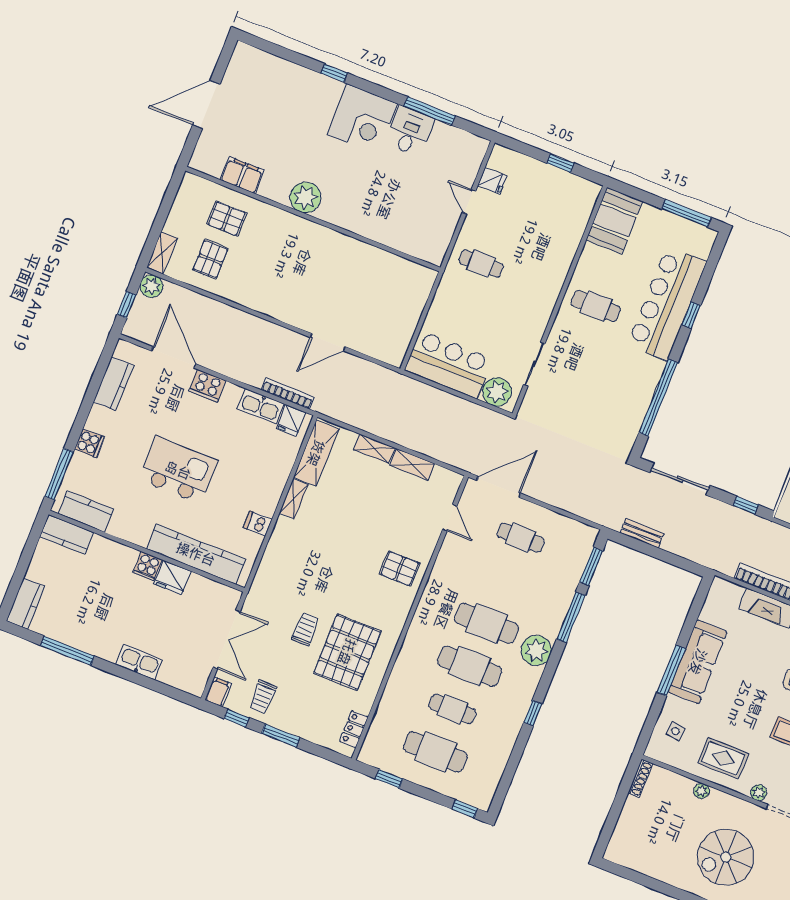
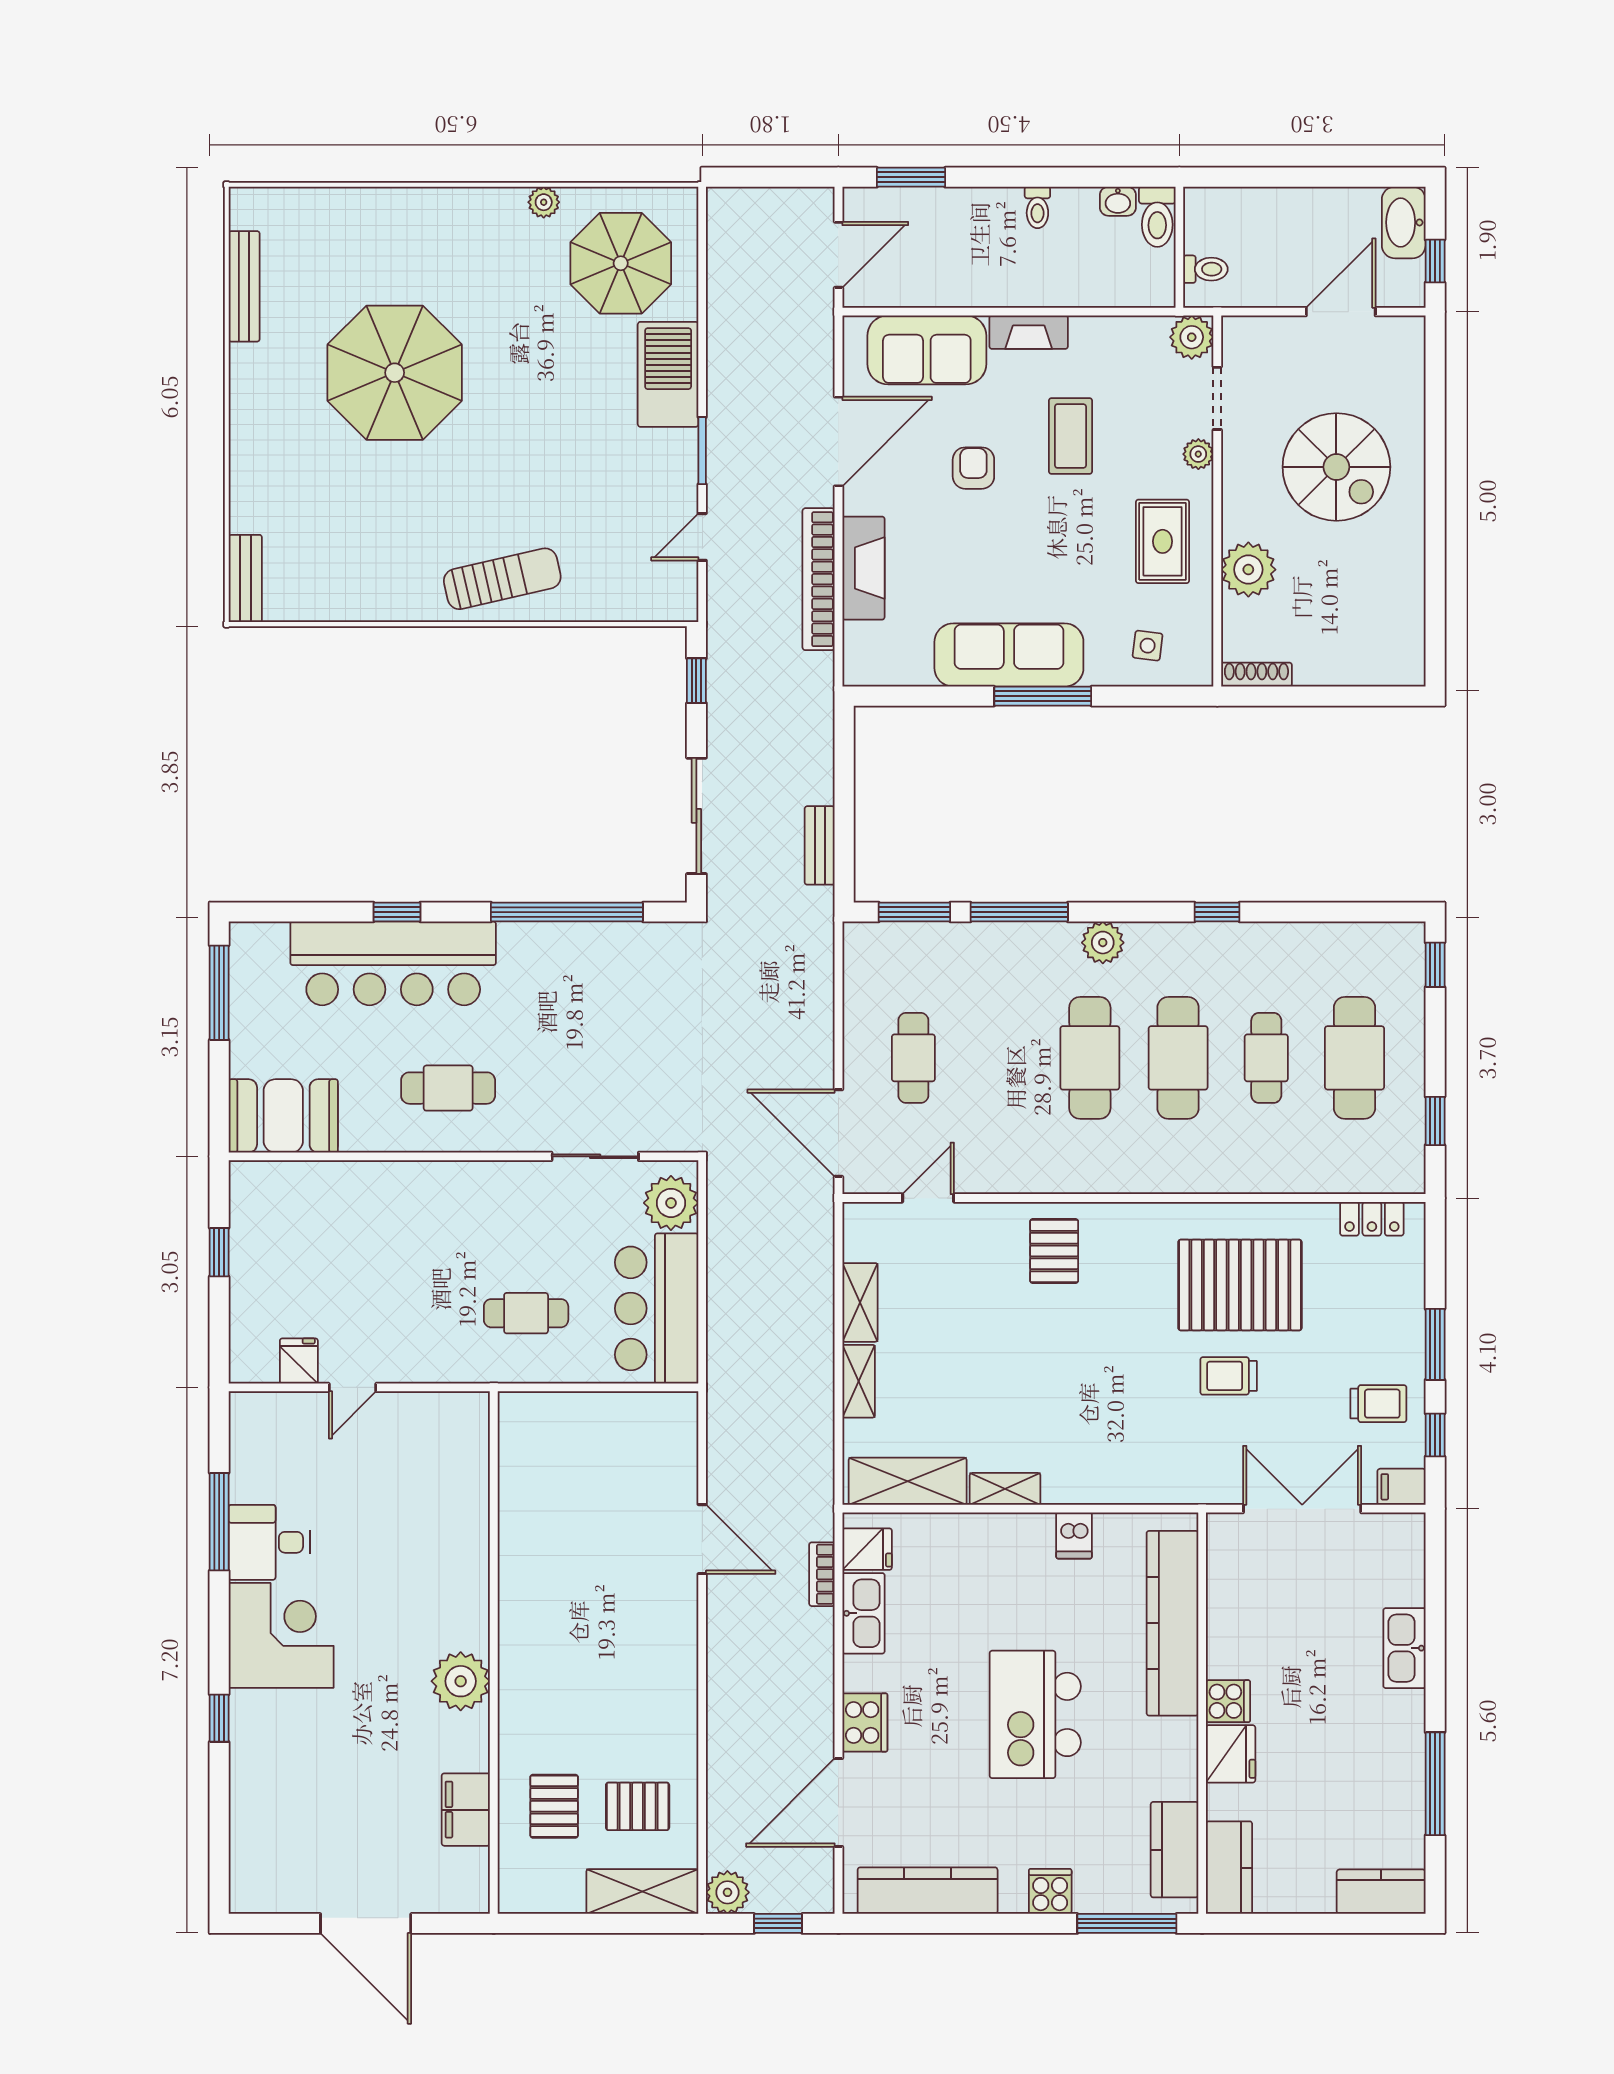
shelving: (162, 253) -> (642, 1892), width x1.50, depth x1.33
cafe table: (481, 264) -> (526, 1313), moved, turned 90
cafe table: (596, 306) -> (448, 1088), turned 90
kitchen counter: (114, 384) -> (928, 1891), width x1.50
bookcase: (288, 394) -> (822, 1574), width x0.64
fridge: (173, 578) -> (1231, 1754), moved
plant: (536, 650) -> (1103, 943), width x0.73, depth x0.73
plant: (702, 791) -> (1248, 570), width x1.87, depth x1.87

